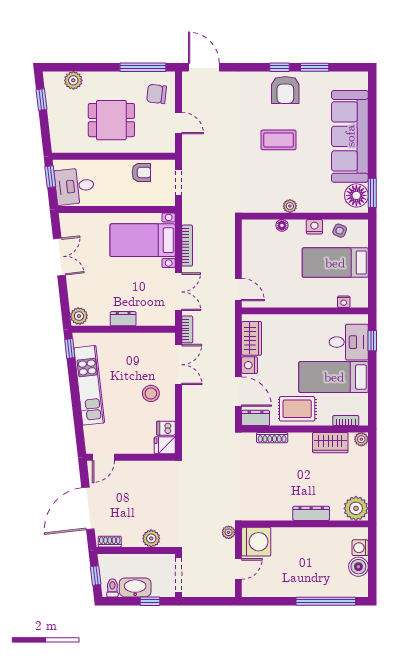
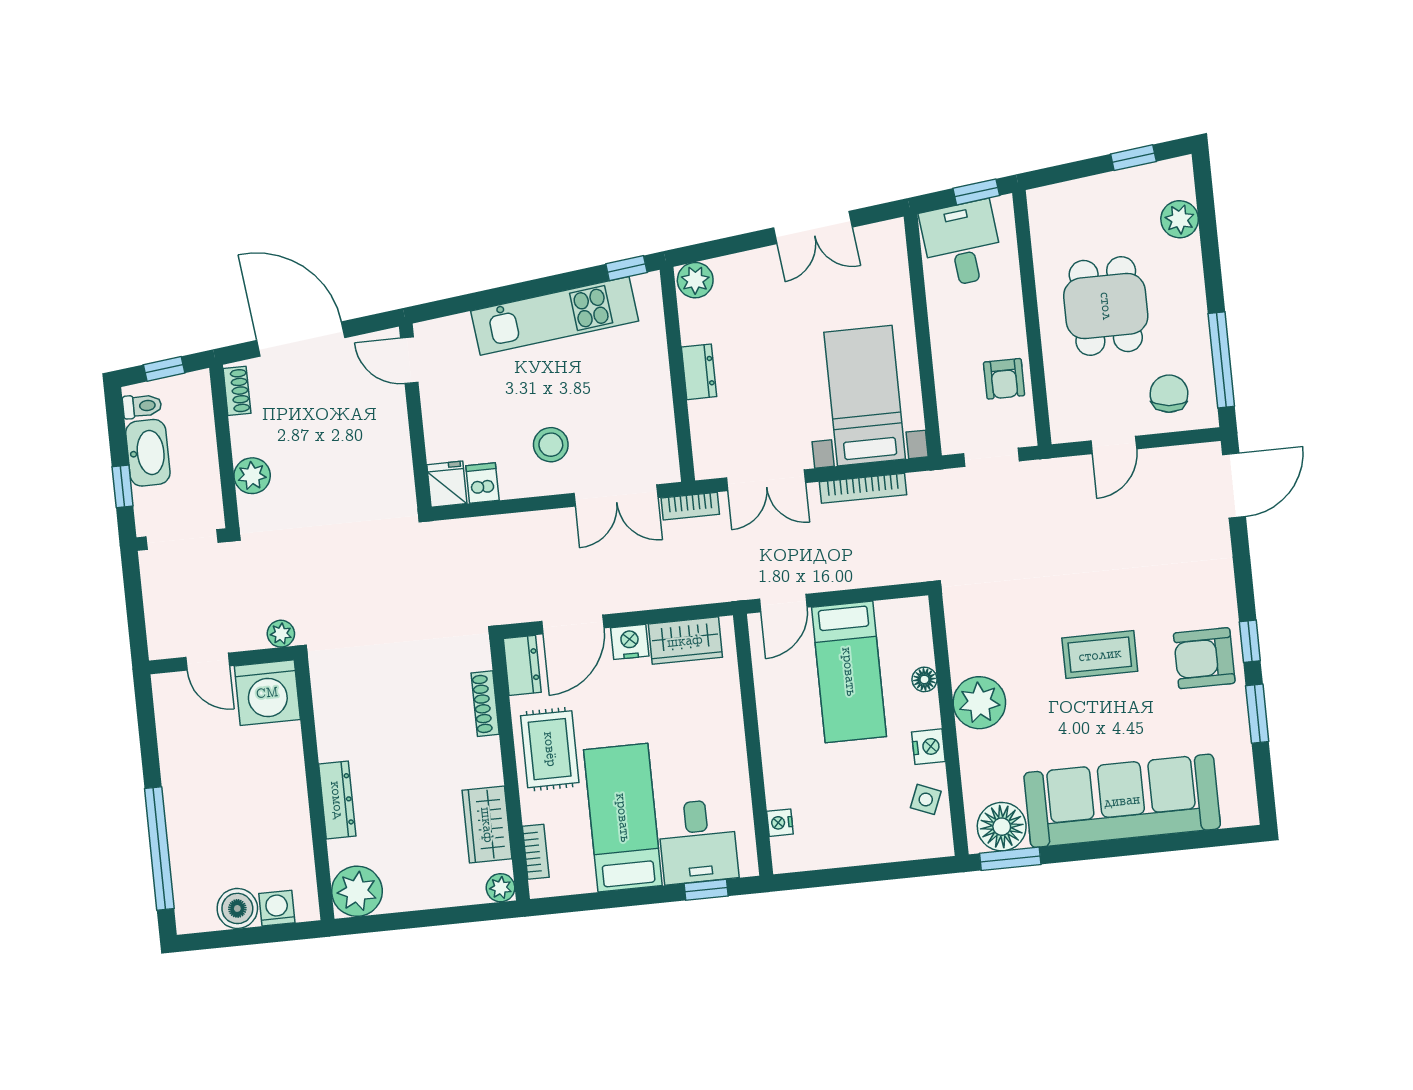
coffee table: (279, 140) -> (1100, 655), turned 90
plant: (290, 206) -> (979, 703), width x1.87, depth x1.87
bed: (335, 263) -> (849, 672), moved, turned 180

